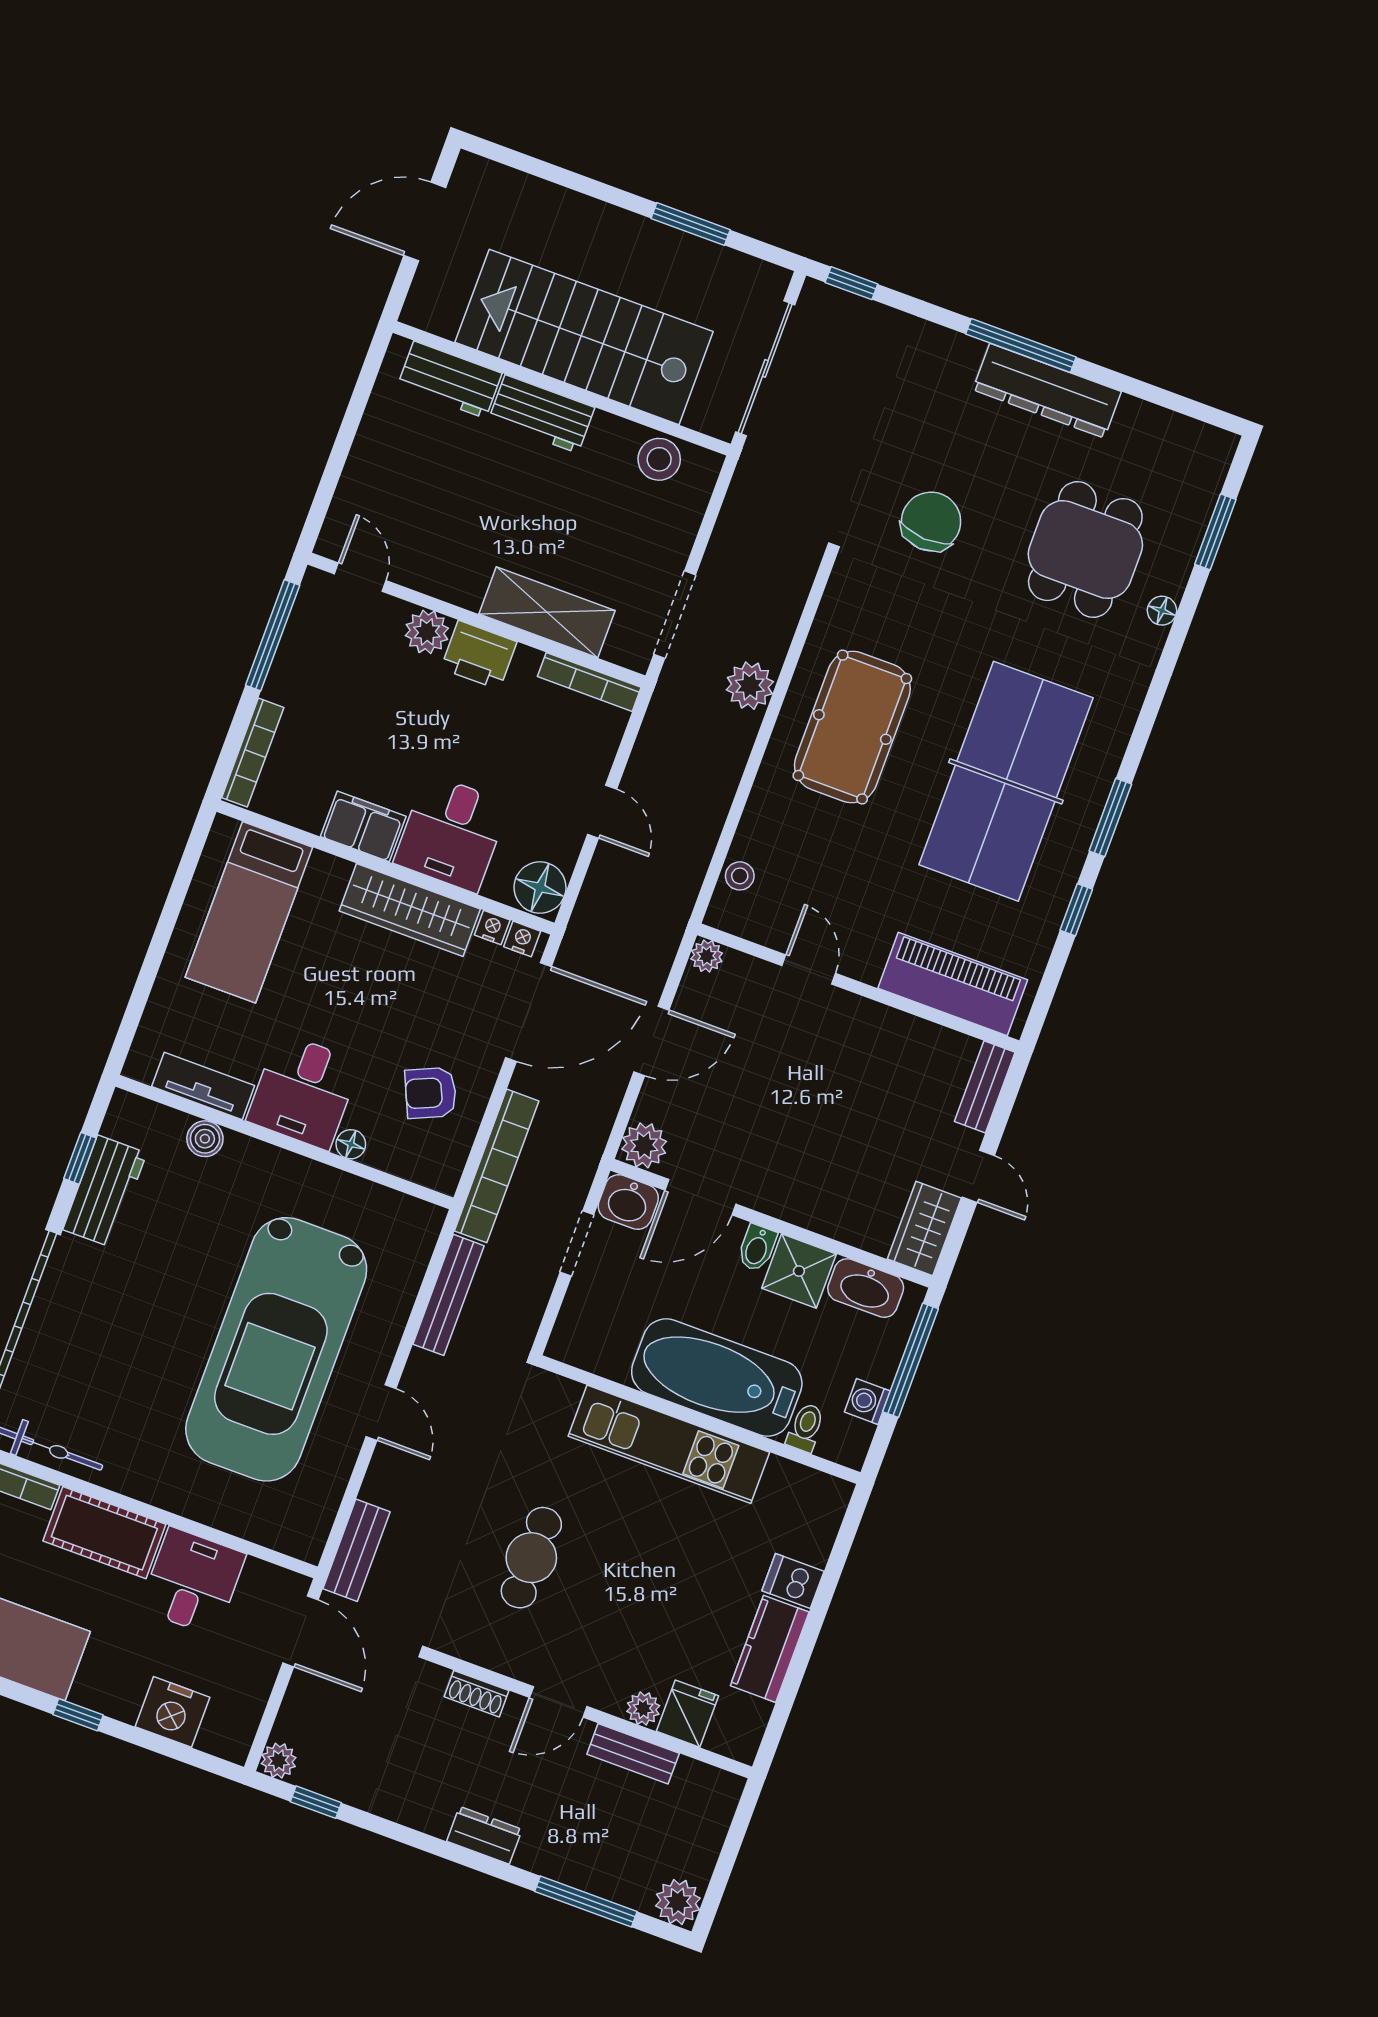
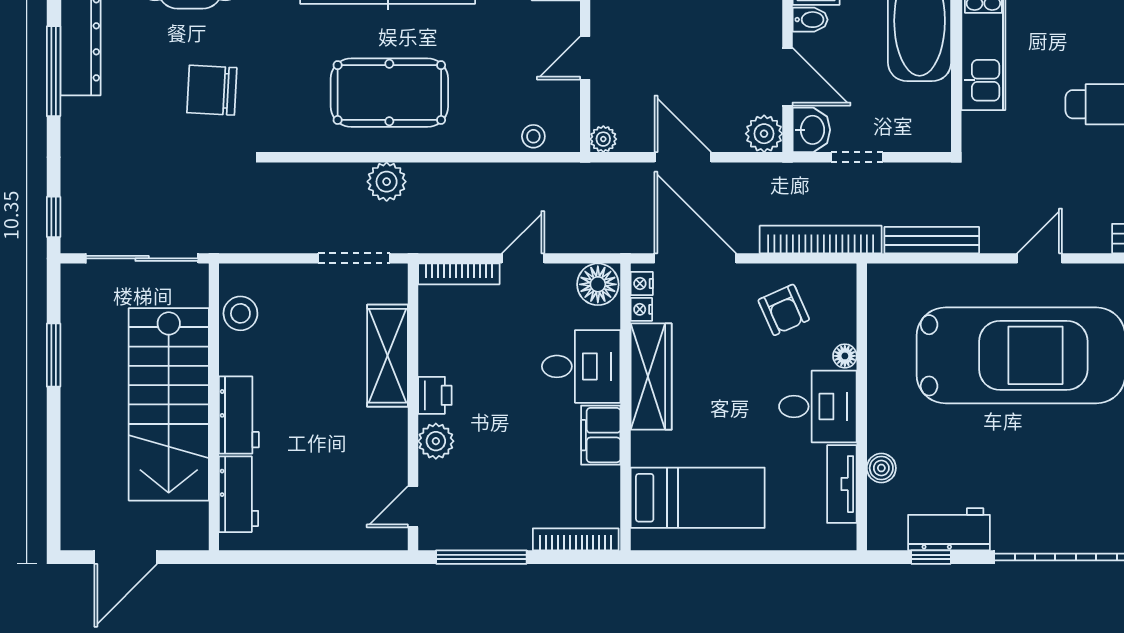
door: (425, 222) -> (126, 557), hinge flipped
printer: (479, 655) -> (435, 395), width x0.73, depth x0.81
bookcase: (589, 682) -> (459, 274), moved, turned 90

